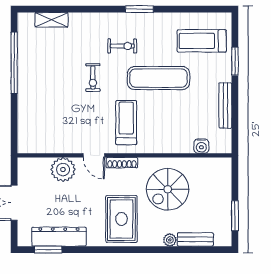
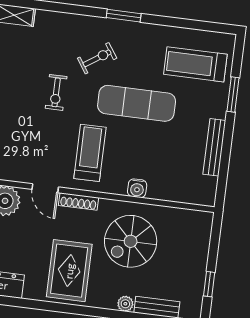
exercise bike: (122, 46) -> (97, 58), turned -34
water cooler: (201, 146) -> (137, 188), moved
window: (235, 216) -> (209, 284), width x0.67

